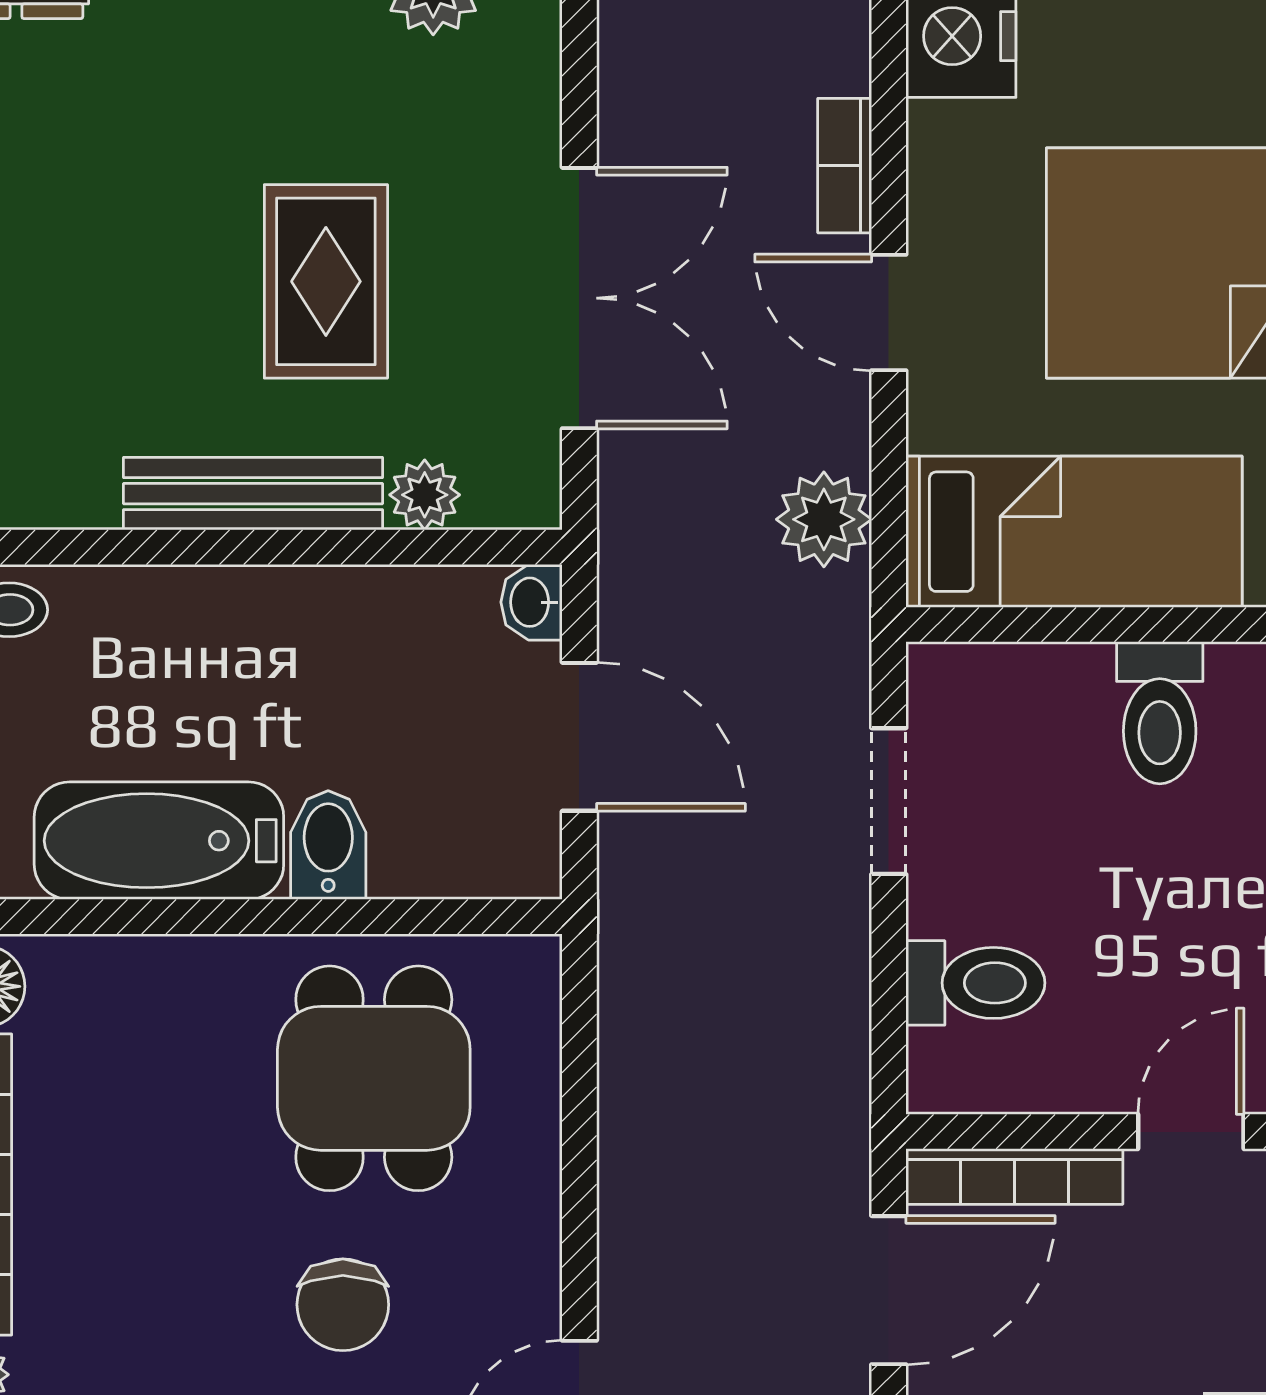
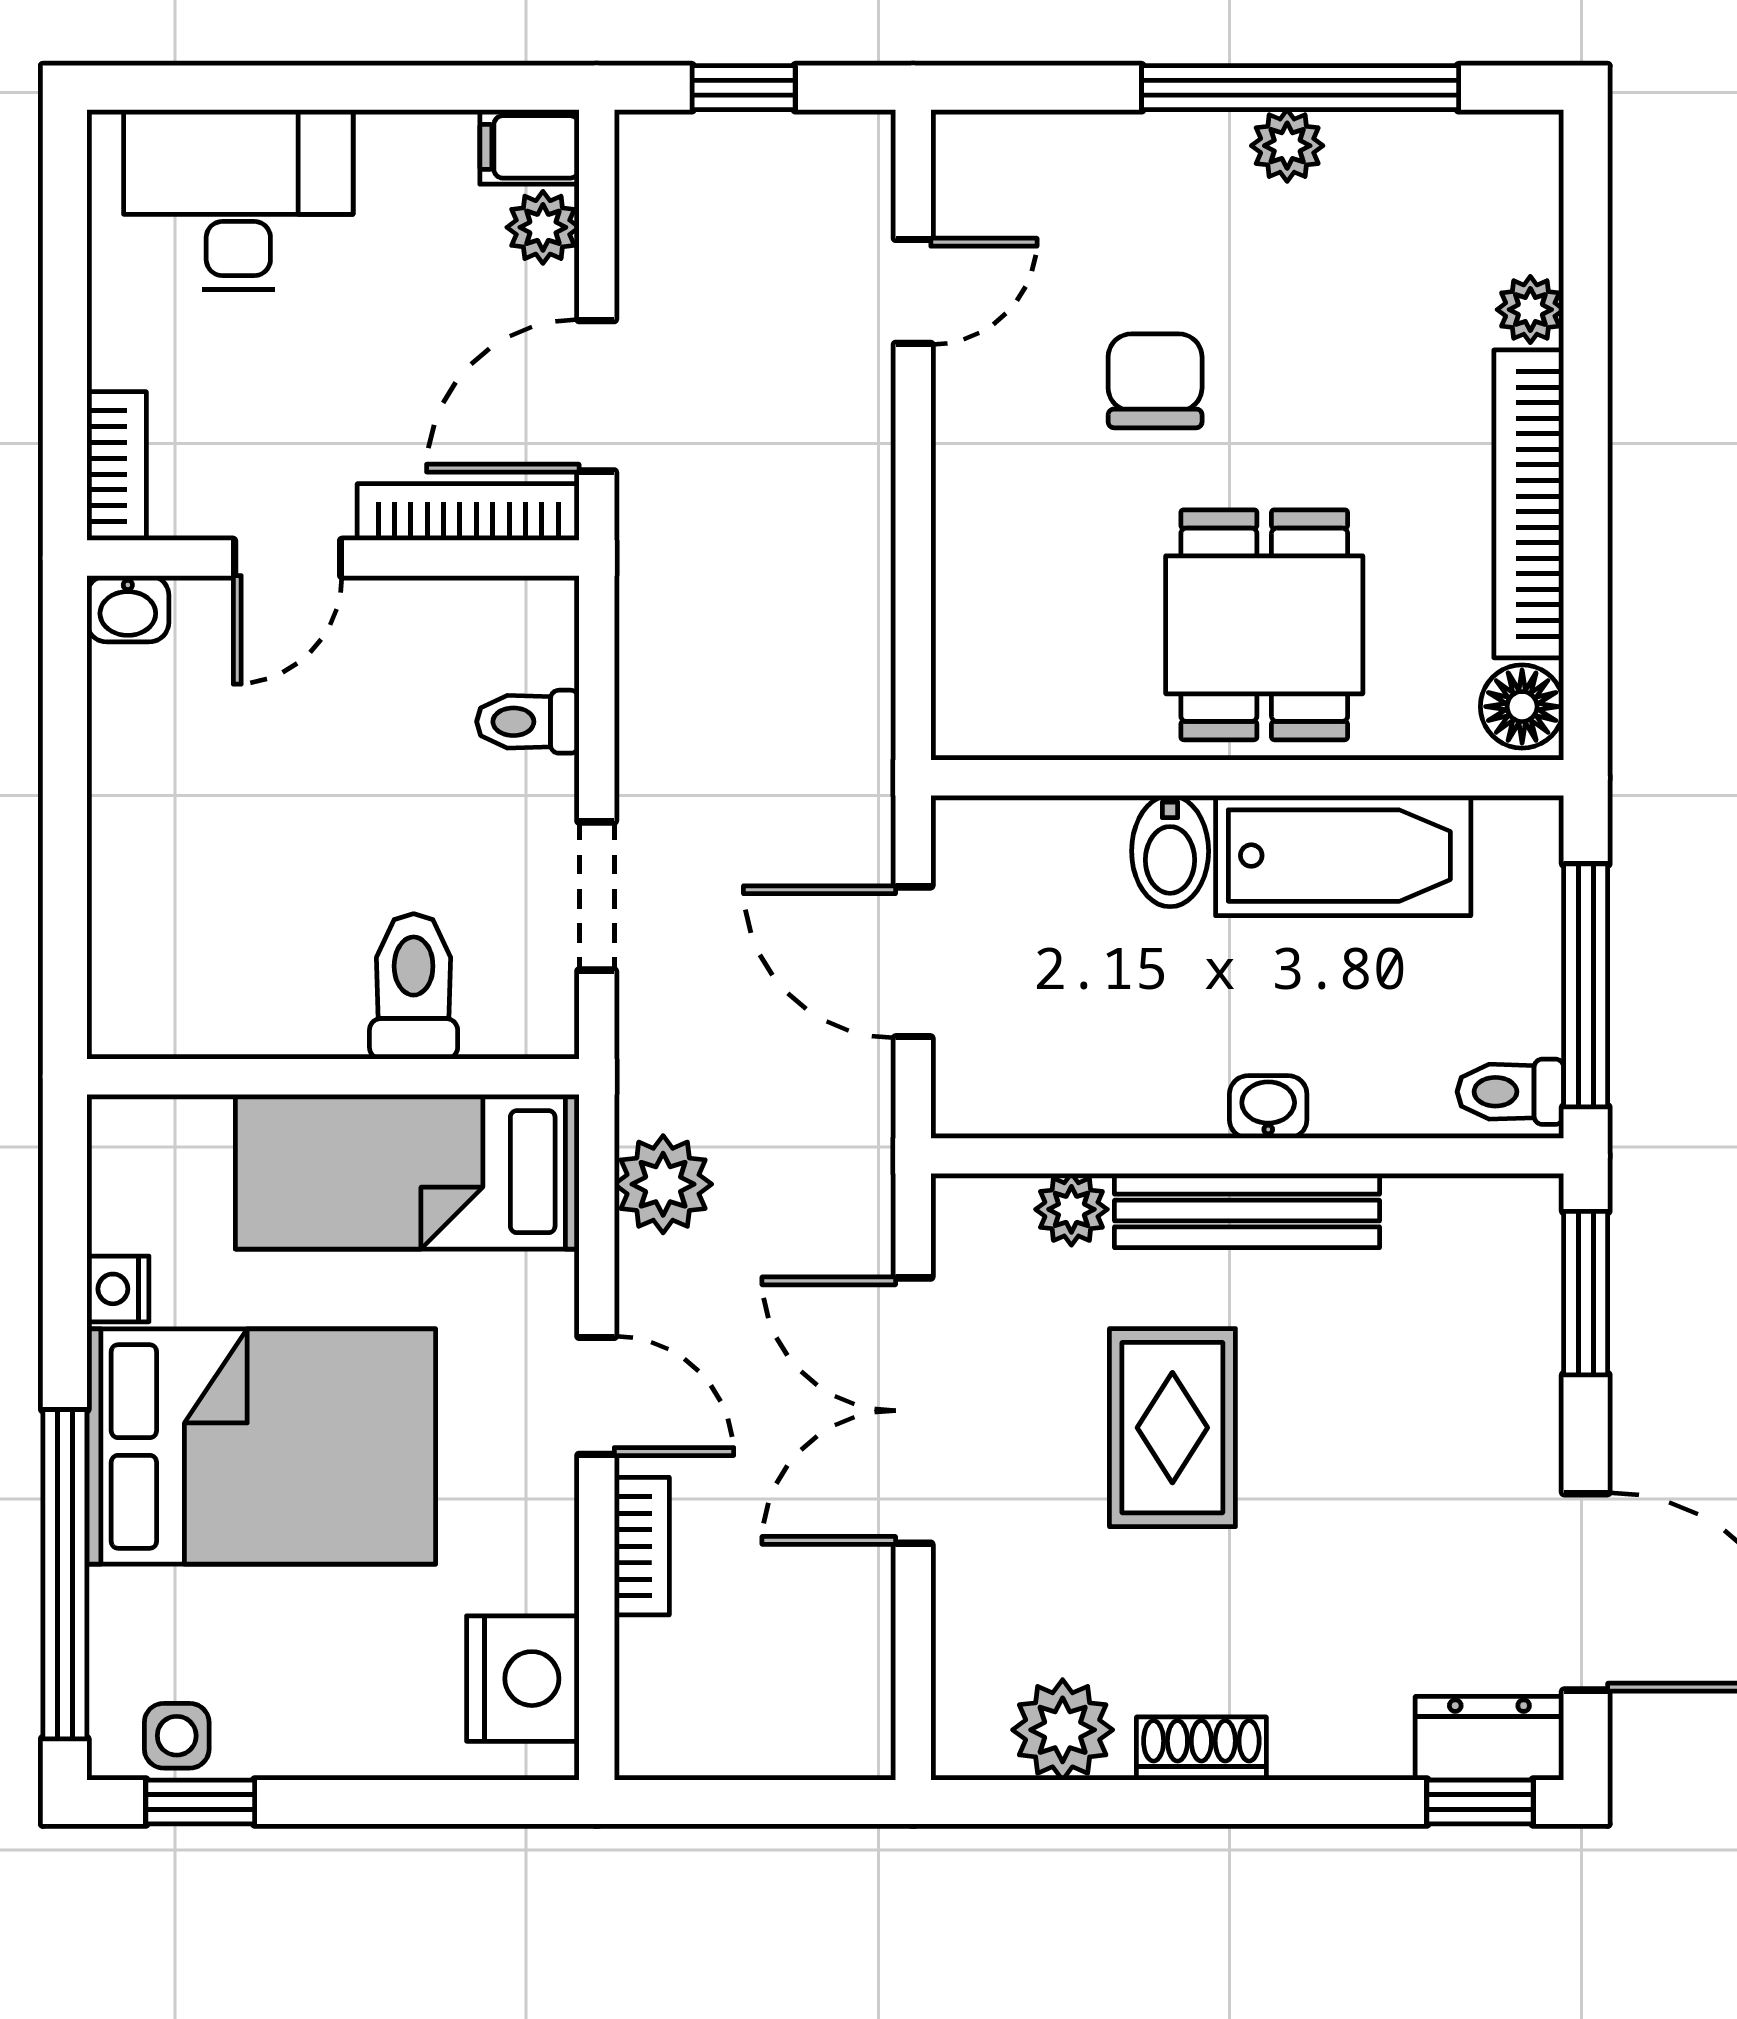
washbasin: (532, 602) -> (1268, 1107), moved, turned -90
toilet: (1160, 713) -> (414, 986), moved
toilet: (975, 983) -> (528, 722), width x0.73, depth x0.72
dining table: (374, 1078) -> (1264, 625), moved

